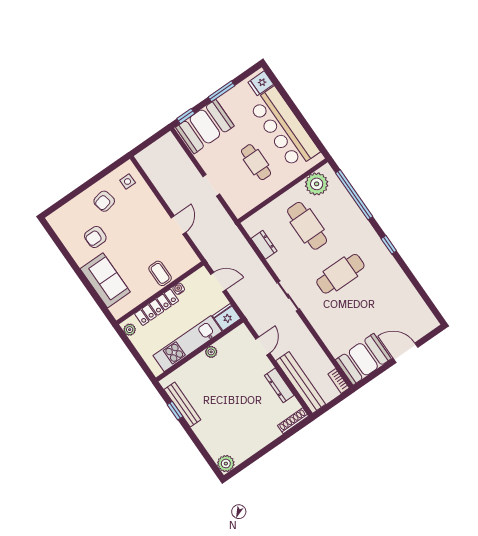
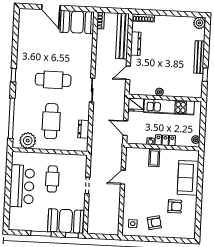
fridge: (261, 83) -> (16, 221), removed
bar counter: (284, 128) -> (22, 186), width x0.73
locker: (157, 307) -> (165, 140), width x0.66
bench: (182, 405) -> (199, 57), moved

